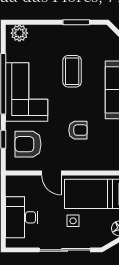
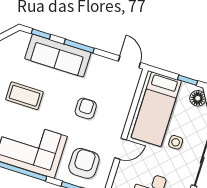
armchair: (28, 144) -> (84, 163), turned 180

